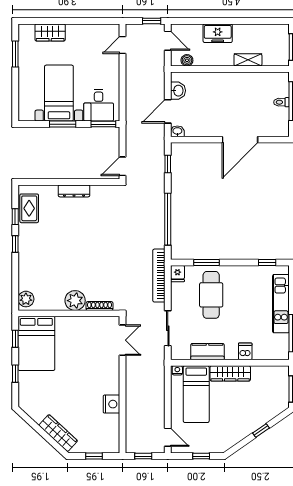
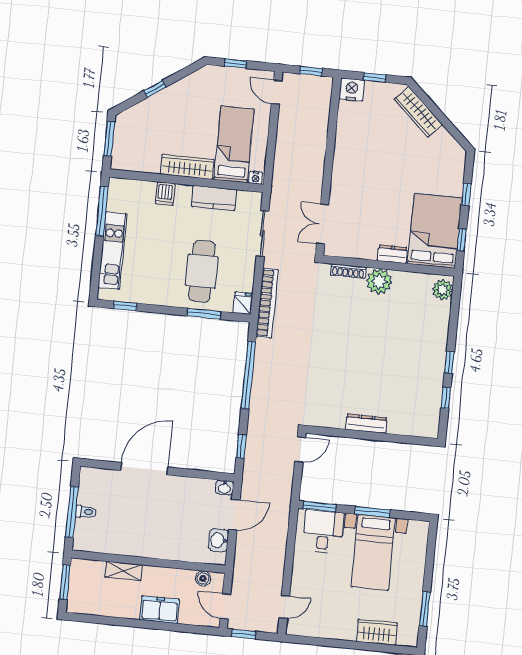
rug: (29, 208) -> (427, 407), removed
dresser: (67, 322) -> (392, 254), added
nightstand: (112, 404) -> (352, 90), moved, turned 90

